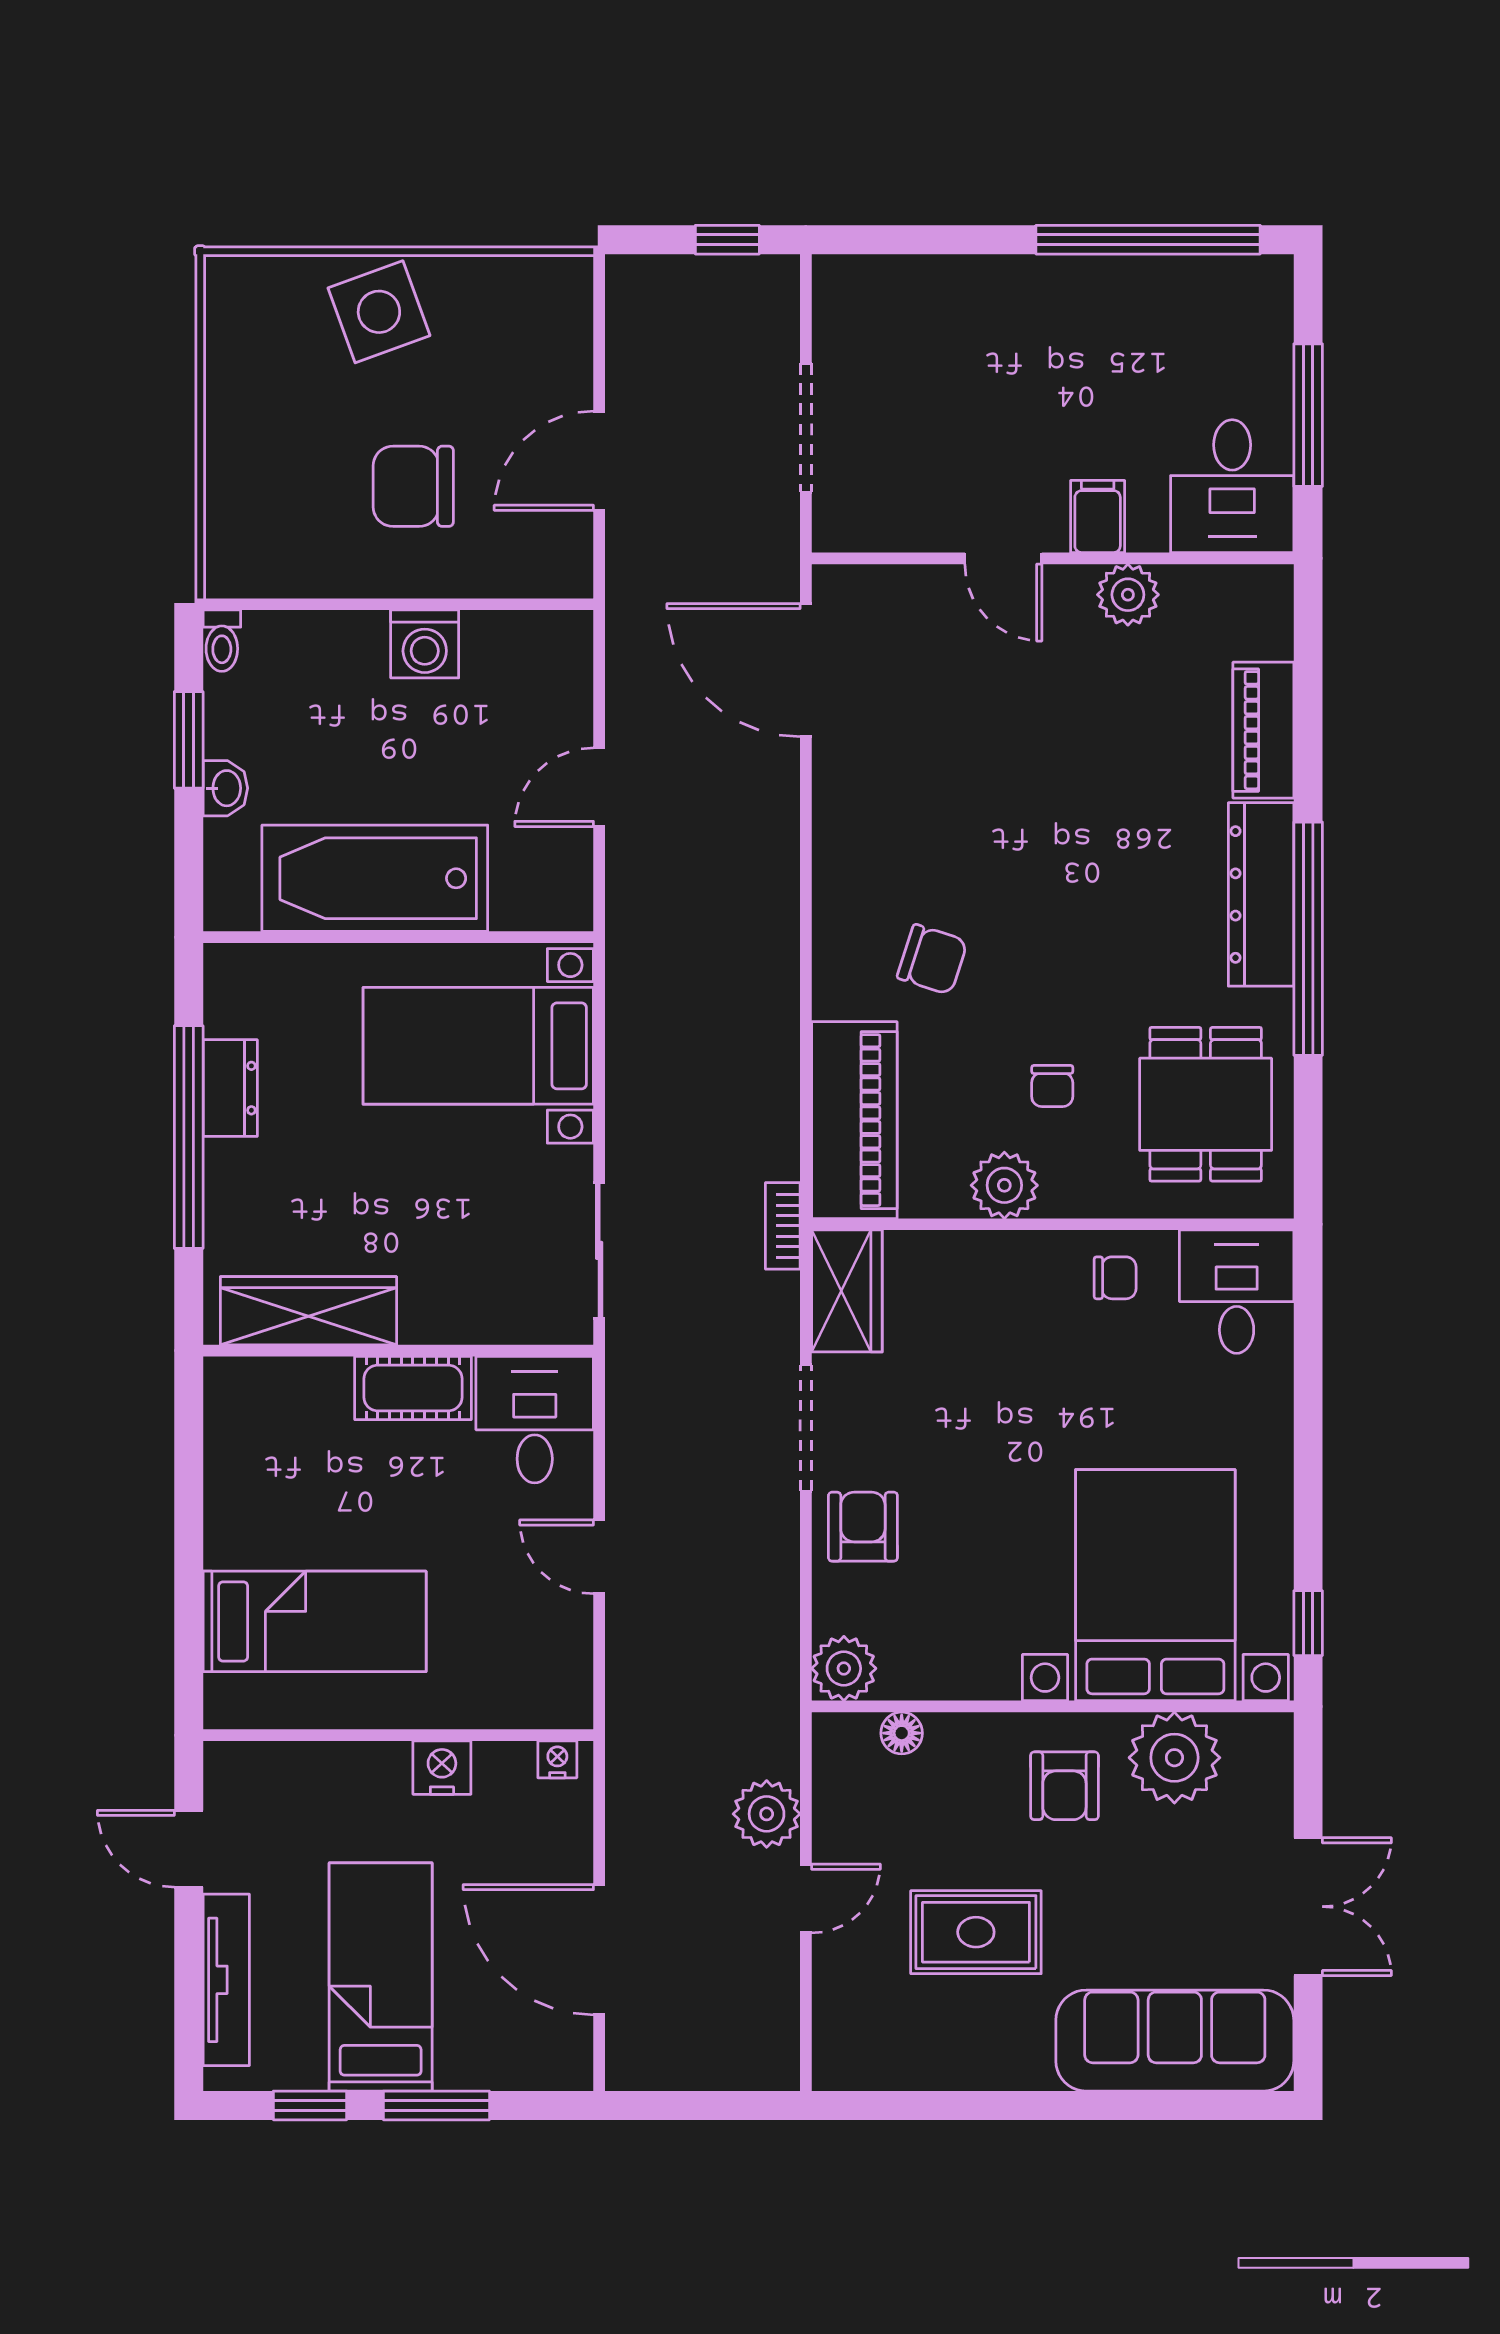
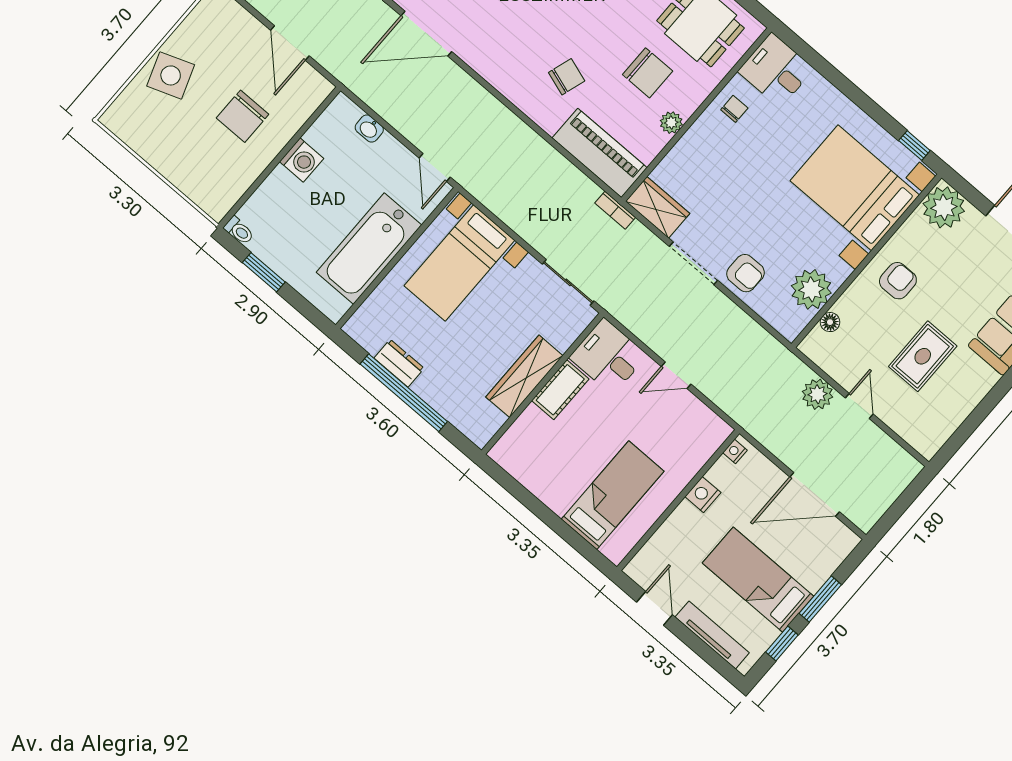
door: (599, 787) -> (435, 168), moved
washbasin: (225, 788) -> (369, 129), moved, turned 180
chair: (1052, 1086) -> (648, 73), width x1.87, depth x1.87
plant: (1004, 1185) -> (671, 123), width x0.73, depth x0.73
wardrobe: (308, 1311) -> (524, 376), moved
armchair: (863, 1527) -> (746, 273), turned 180
plant: (844, 1668) -> (811, 289), moved, width x1.36, depth x1.36
plant: (1174, 1758) -> (944, 207), moved
armchair: (1064, 1786) -> (898, 281), turned -90
door: (189, 1849) -> (655, 608), swing flipped

